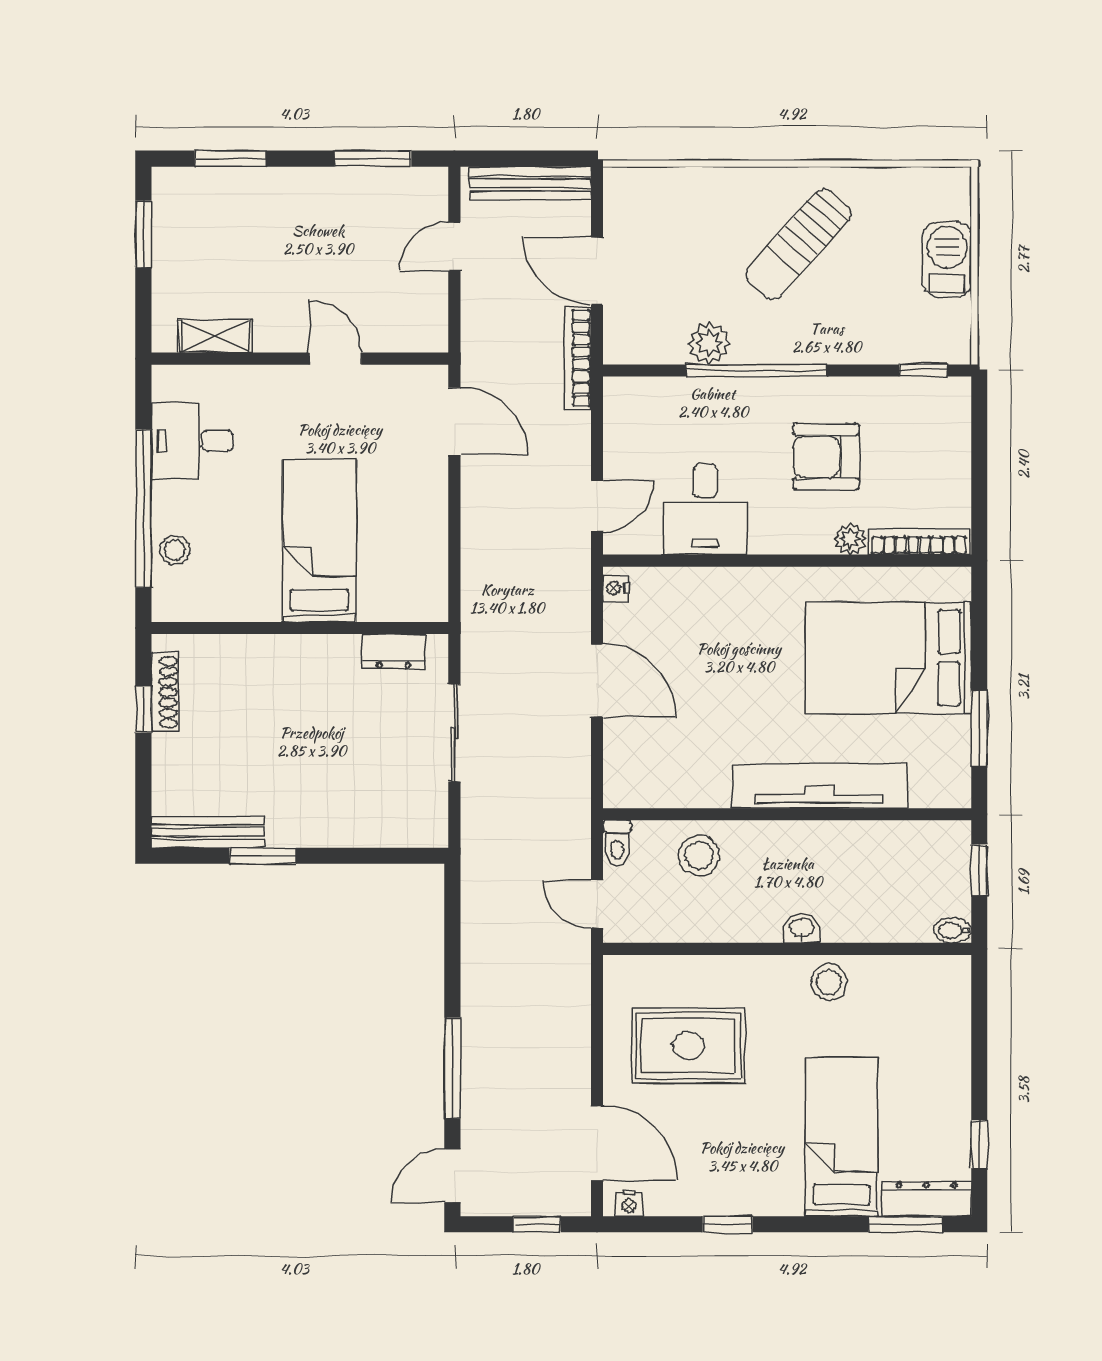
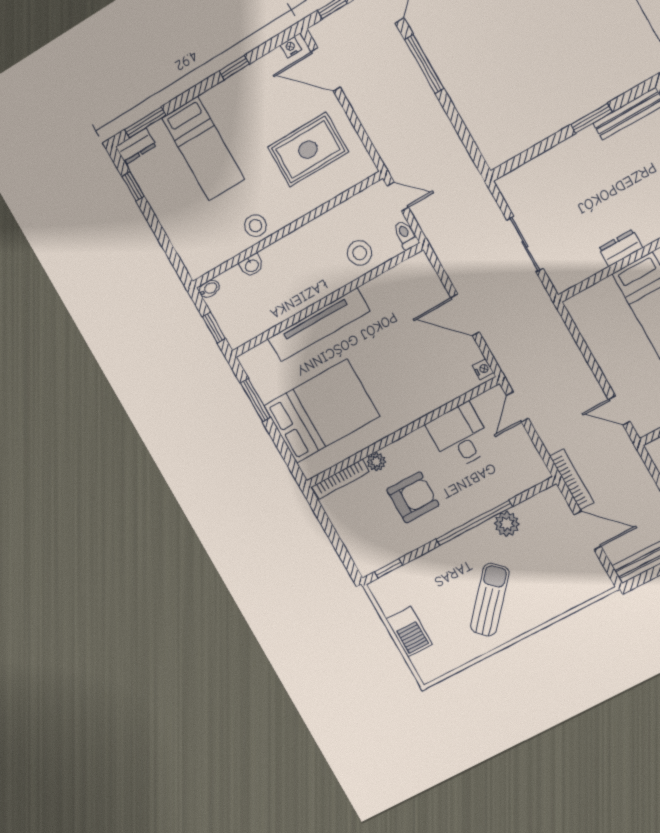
door: (454, 421) -> (619, 410), width x0.73
dresser: (394, 652) -> (621, 248), moved
washbasin: (802, 928) -> (252, 265), moved
dresser: (927, 1199) -> (136, 146), width x0.70

